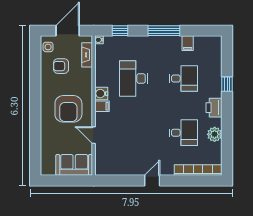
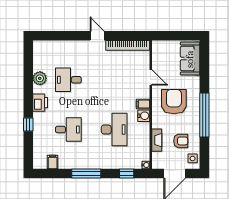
filing cabinet: (188, 43) -> (53, 162), moved
fireplace: (87, 55) -> (157, 140), moved
desk: (183, 78) -> (68, 130), turned 180
window: (35, 94) -> (204, 115), added
sofa: (74, 165) -> (190, 59), moved, turned 90
bookcase: (198, 170) -> (128, 45), moved
door: (152, 181) -> (97, 36), swing flipped

